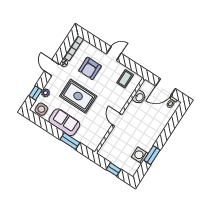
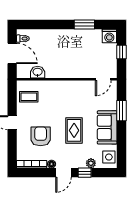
armchair: (90, 68) -> (41, 136), turned -90
window: (35, 93) -> (85, 173), moved
rug: (78, 96) -> (74, 130), width x0.73, depth x0.70
door: (117, 120) -> (103, 79), moved
washing machine: (140, 155) -> (109, 36), moved

